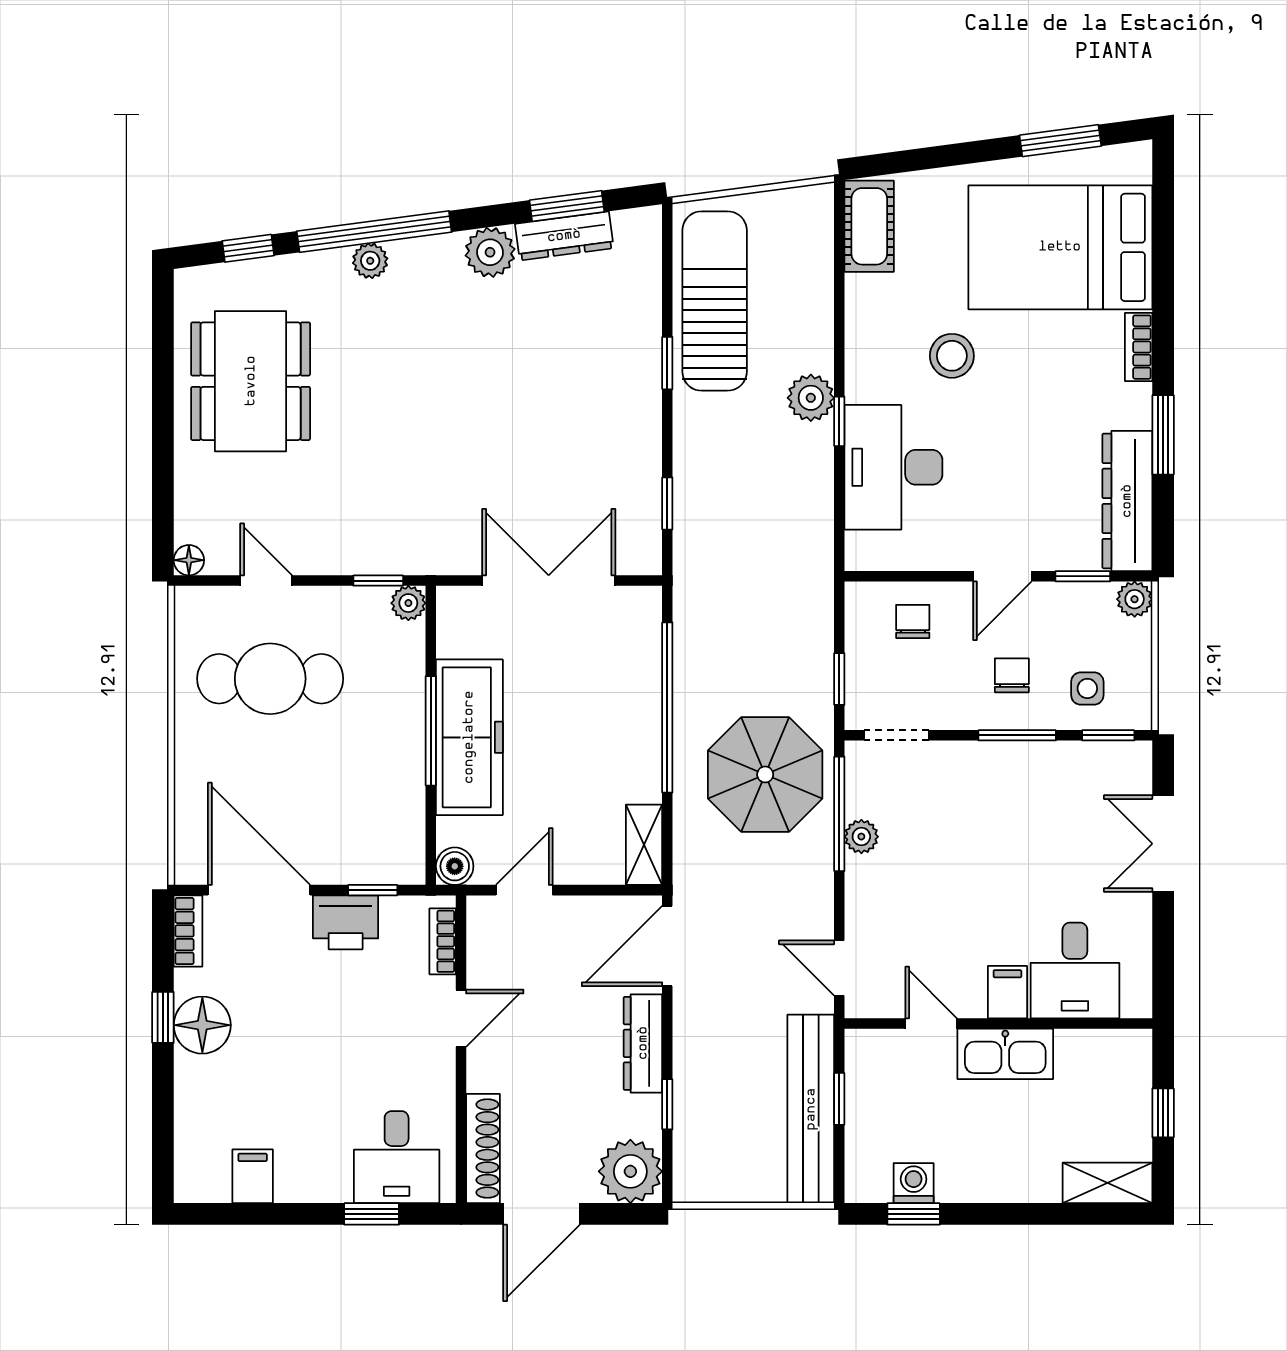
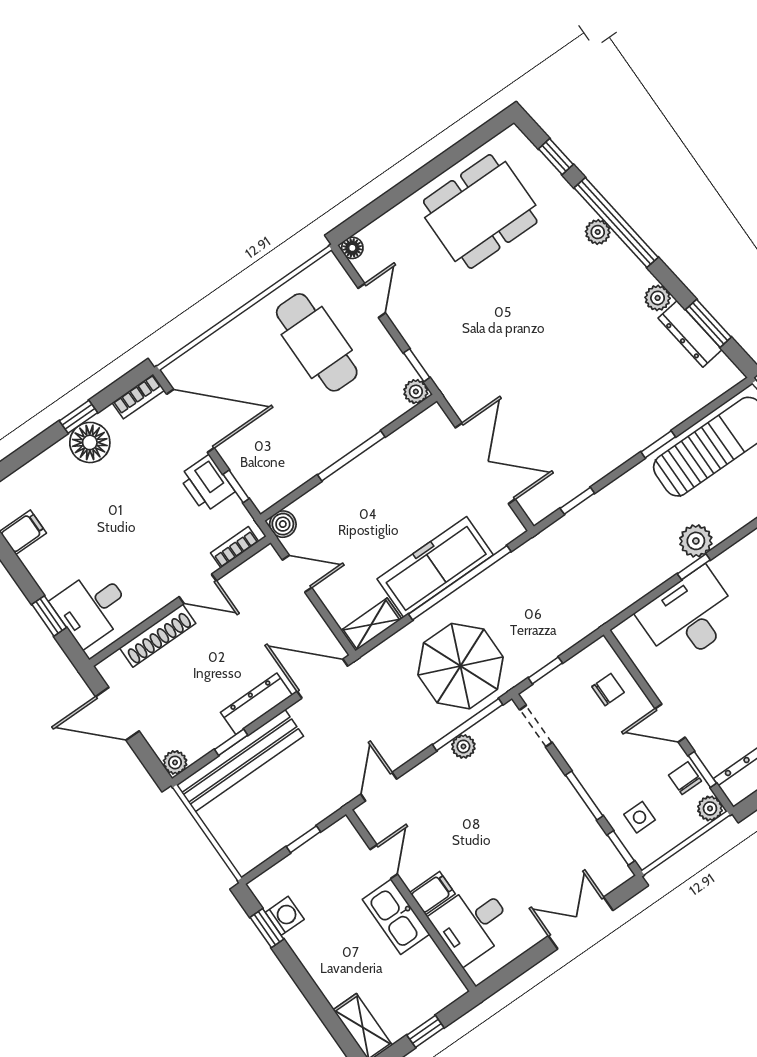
plant: (490, 252) -> (658, 298), width x0.73, depth x0.73
chair: (1012, 675) -> (685, 778), moved, turned -90
freezer: (469, 737) -> (435, 567), moved, turned 180
door: (259, 890) -> (190, 421), hinge flipped
bench: (811, 1109) -> (240, 761), moved
shoe rack: (483, 1148) -> (158, 636), moved
plant: (630, 1171) -> (175, 762), width x0.53, depth x0.53

